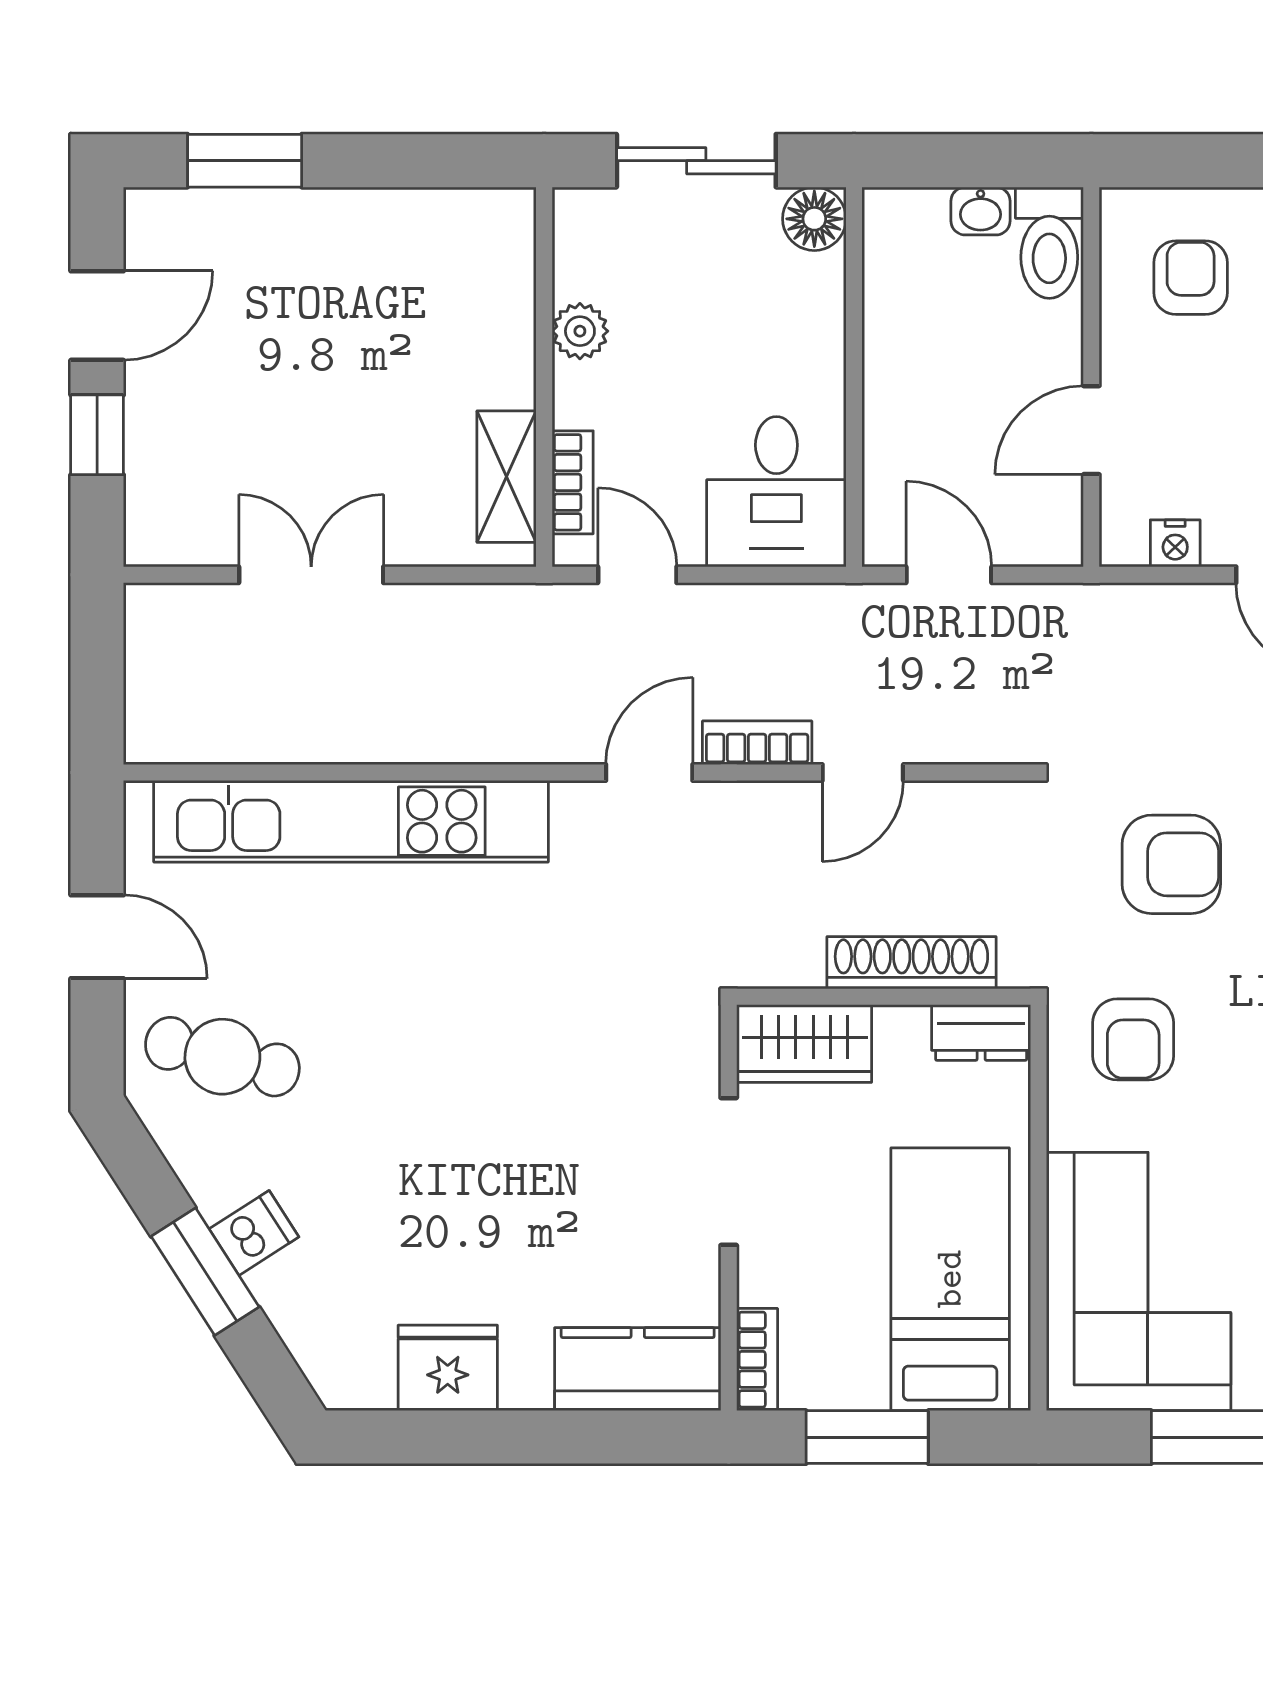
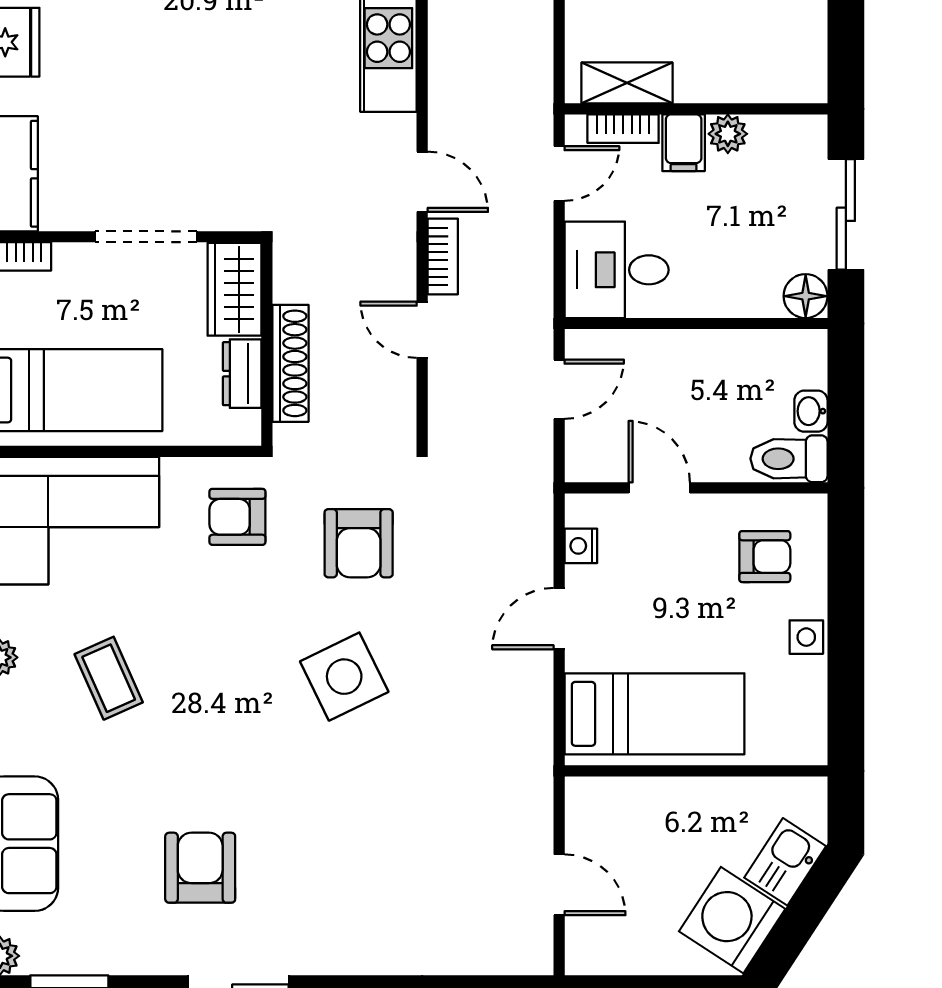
filing cabinet: (593, 395) -> (684, 143), added
dresser: (981, 1032) -> (242, 374), moved

